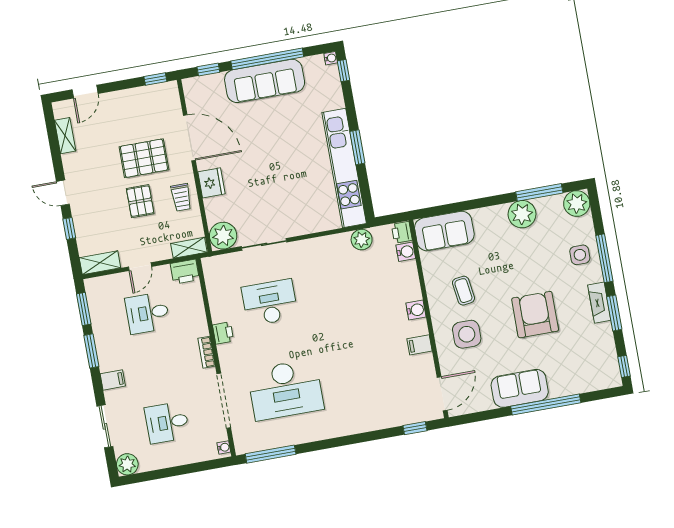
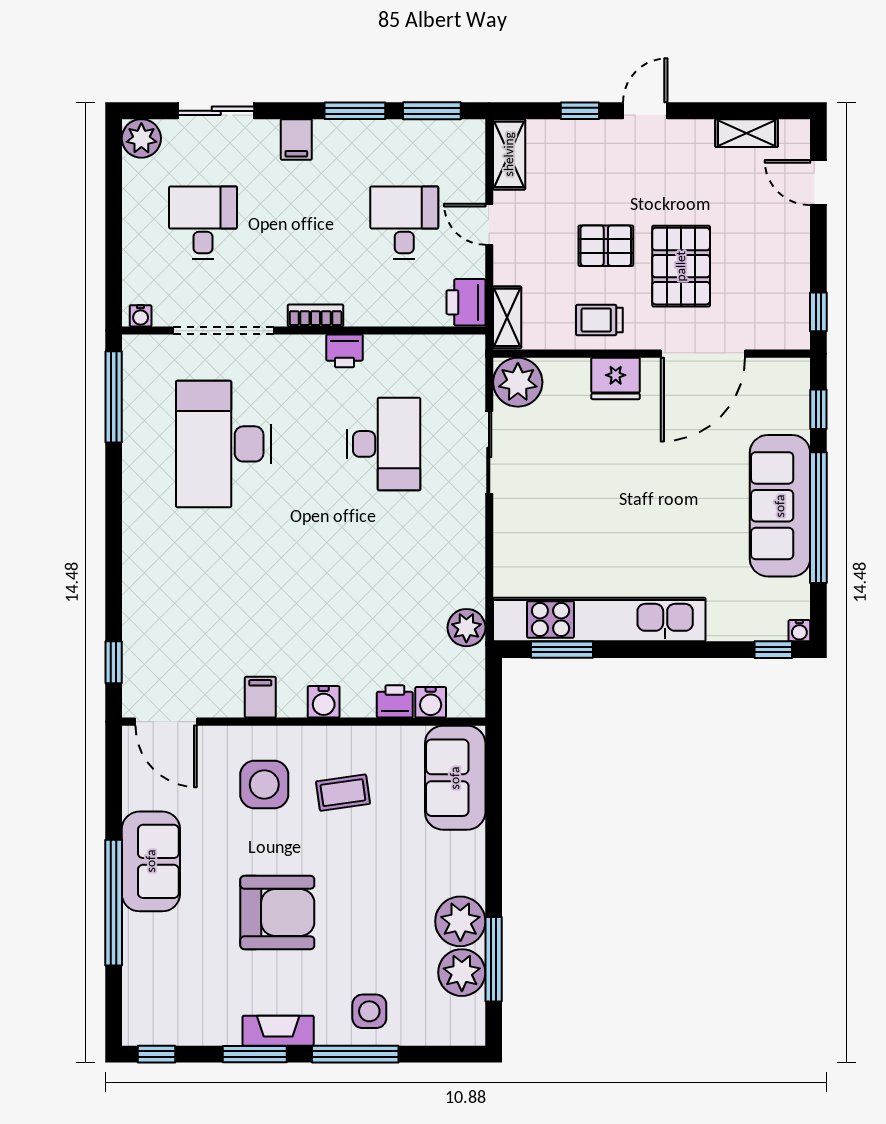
window: (357, 147) -> (562, 650), moved
plant: (577, 203) -> (462, 973), moved
printer: (402, 232) -> (395, 701), moved

